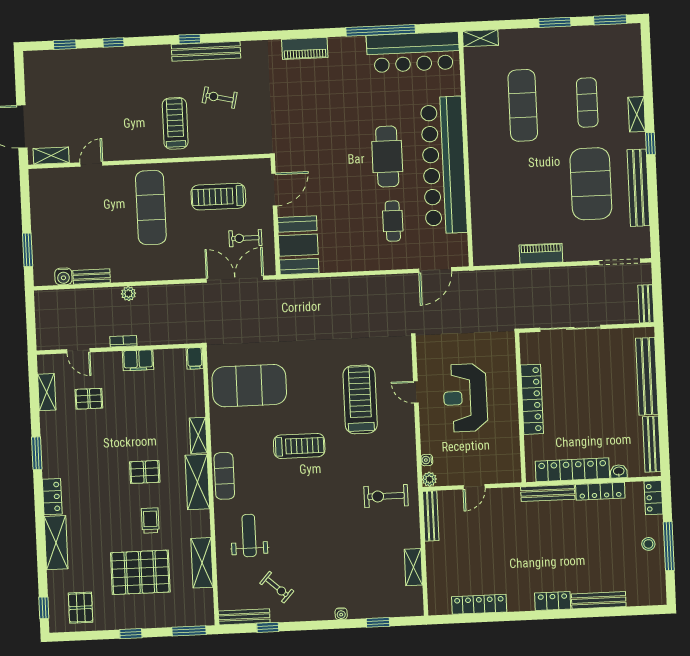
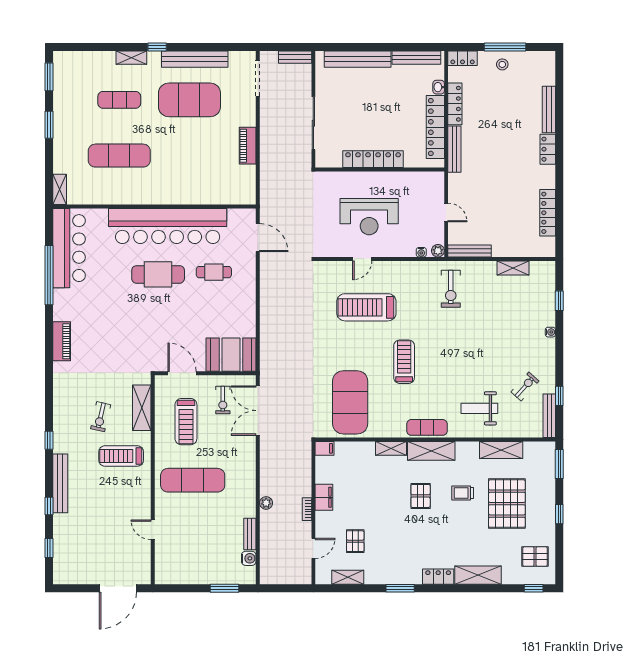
bench: (206, 51) -> (60, 483), moved
shelving: (51, 156) -> (142, 408), moved, width x1.50, depth x1.33

